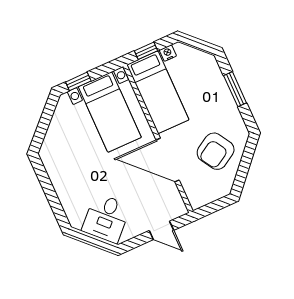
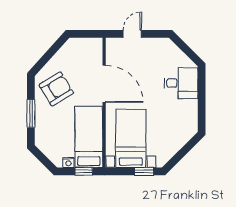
armchair: (216, 151) -> (56, 89), moved
desk: (106, 218) -> (181, 83), moved, turned 45
door: (161, 230) -> (132, 34), hinge flipped

